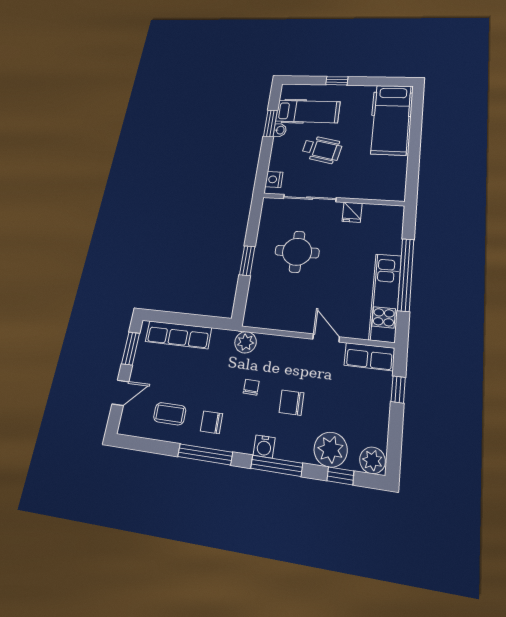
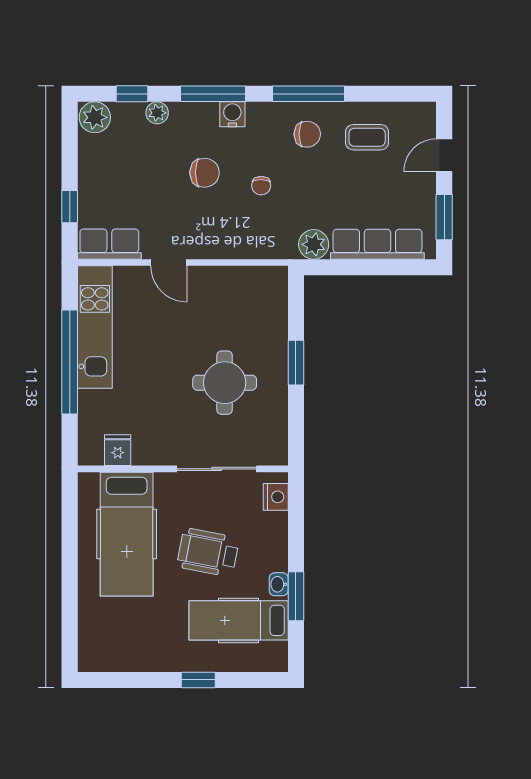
hospital bed: (391, 119) -> (127, 534), moved, turned 180
fridge: (352, 212) -> (118, 450), moved
plant: (246, 342) -> (314, 244), moved
plant: (331, 450) -> (157, 113), width x0.53, depth x0.53

